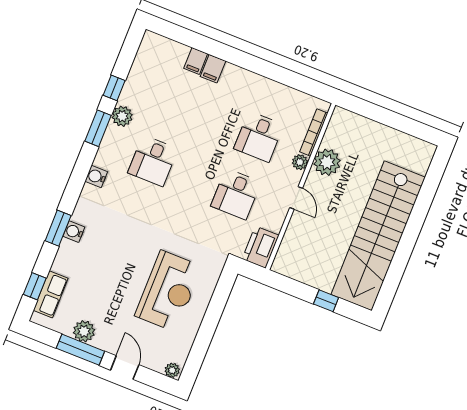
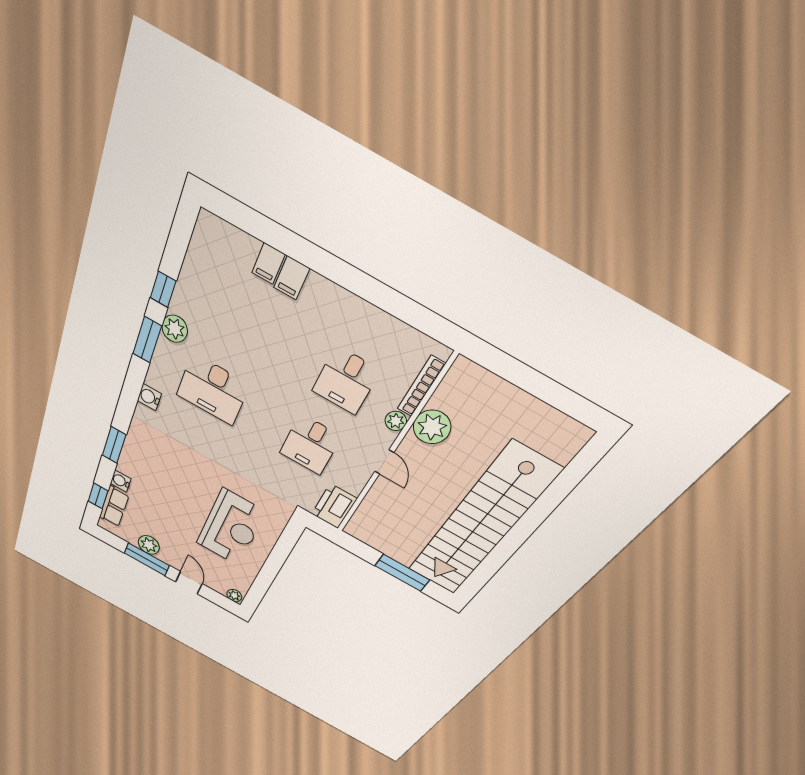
desk: (153, 161) -> (213, 390), width x1.37
water cooler: (74, 232) -> (121, 481), moved
window: (326, 301) -> (402, 573), width x2.17

